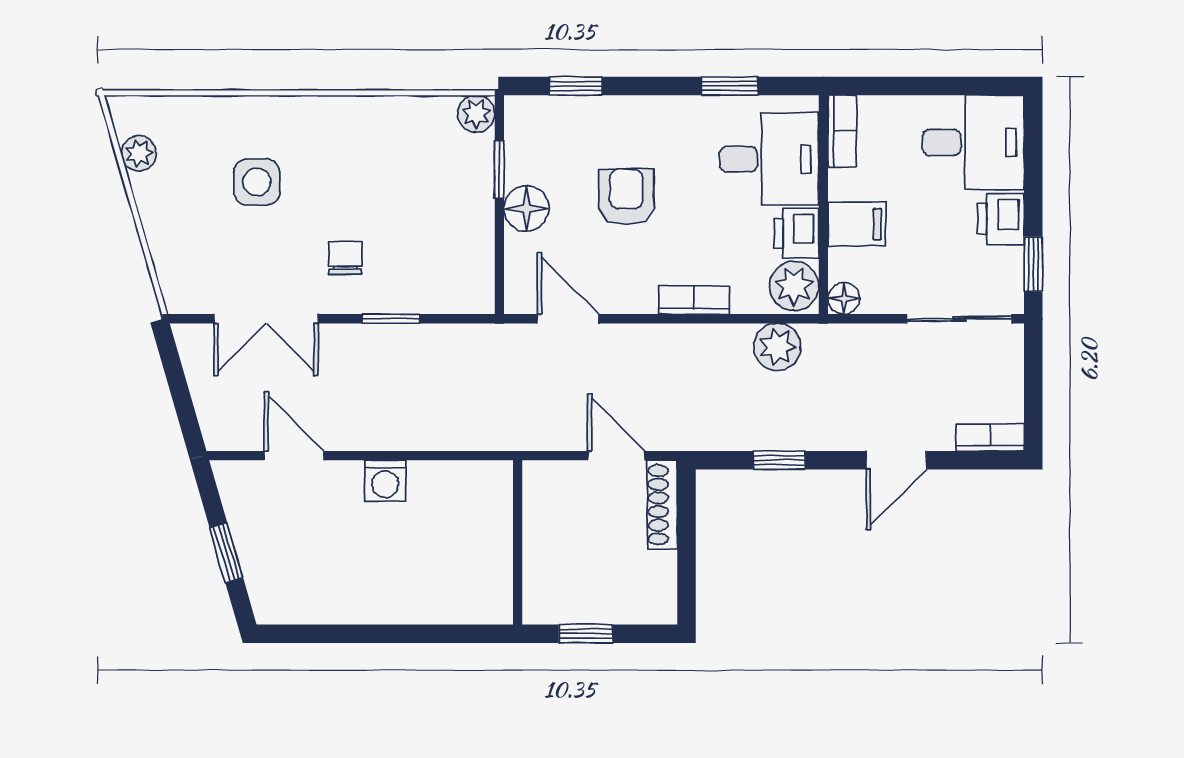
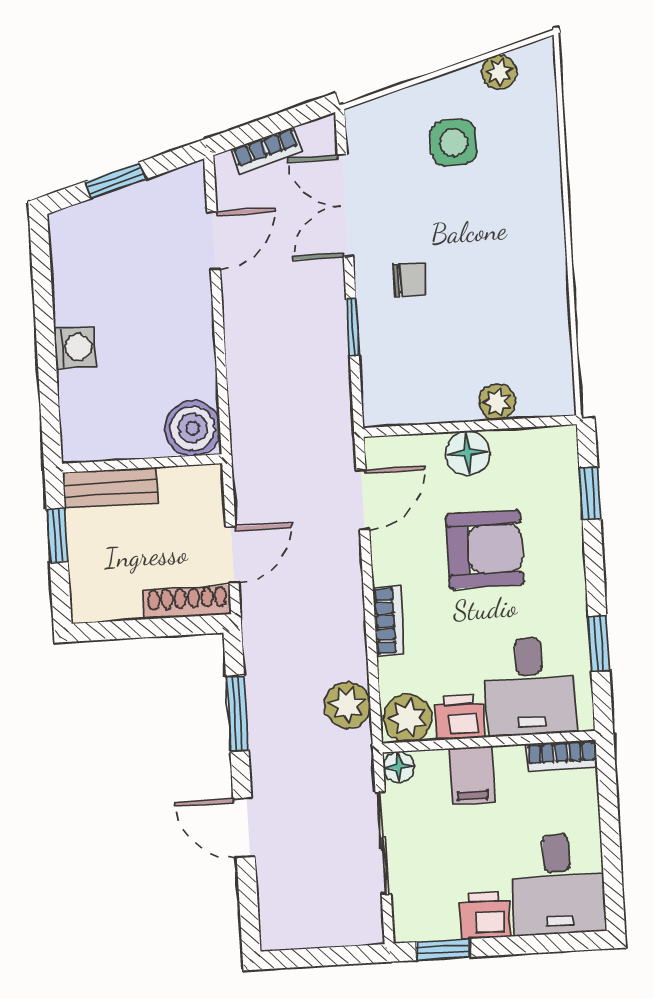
plant: (476, 114) -> (497, 402), moved
window: (499, 170) -> (504, 424), removed
side table: (257, 182) -> (454, 143), moved
armchair: (626, 197) -> (485, 549), width x1.38, depth x1.38
sliding door: (960, 319) -> (383, 843), moved
bookcase: (990, 438) -> (266, 150), moved, turned 74
window: (779, 460) -> (237, 713), width x1.50
washing machine: (385, 481) -> (75, 347), moved, turned 180
boiler: (485, 489) -> (193, 428), added
bench: (541, 576) -> (111, 488), added

